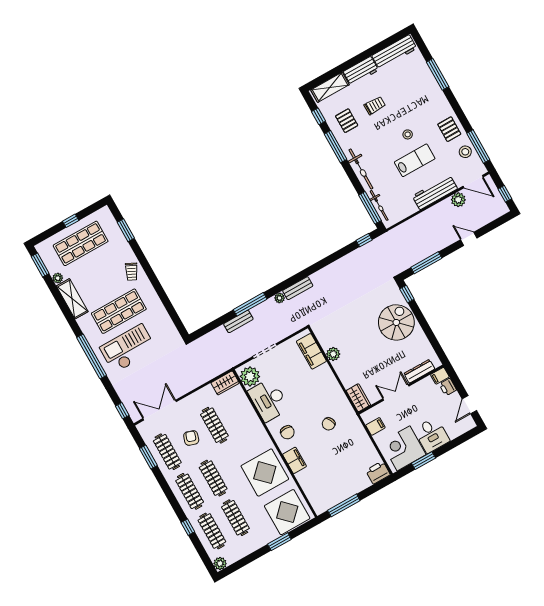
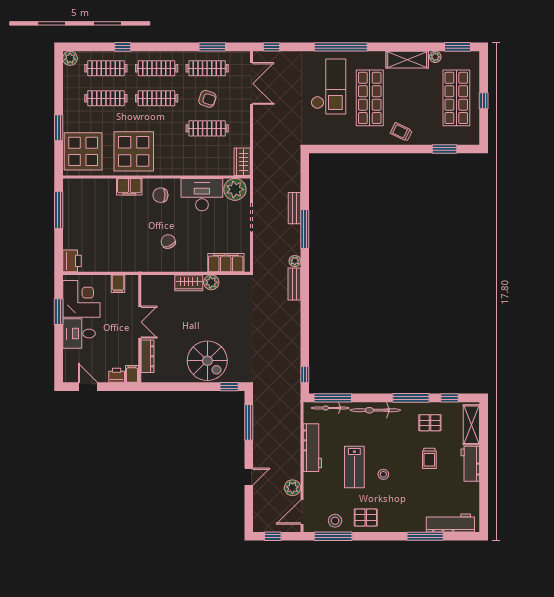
workbench: (394, 52) -> (450, 523), moved, turned 90
workbench: (435, 192) -> (312, 448), moved
wardrobe: (358, 398) -> (189, 283), moved
chair: (329, 424) -> (168, 242), moved

